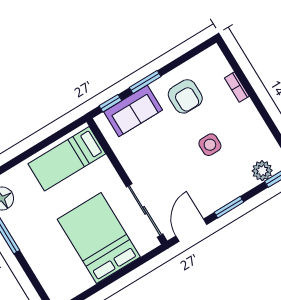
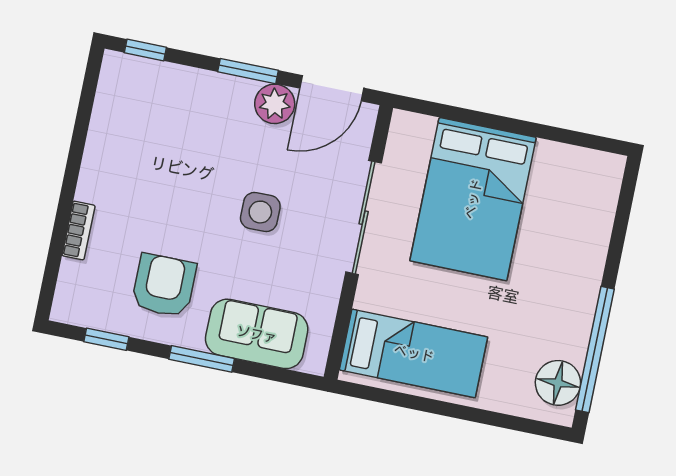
window: (110, 103) -> (106, 339), moved
side table: (210, 145) -> (260, 212), moved
plant: (262, 171) -> (275, 104), moved
sliding door: (145, 210) -> (364, 218), moved

